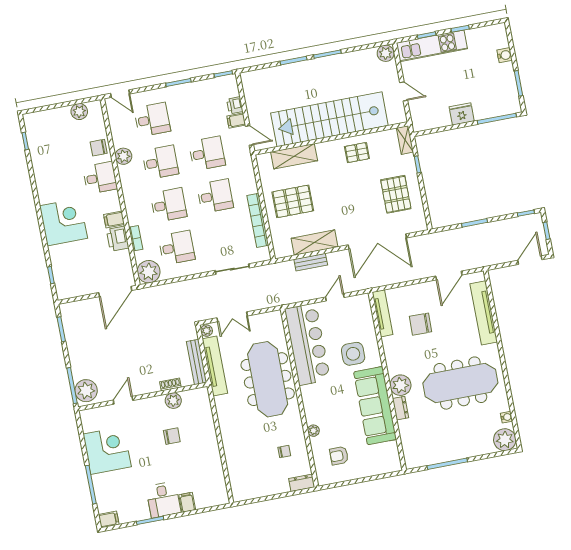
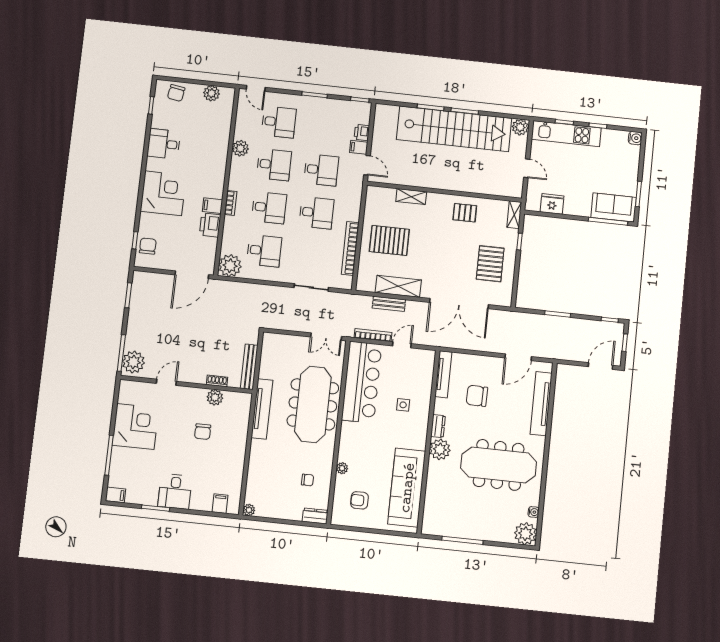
water cooler: (505, 55) -> (635, 138), moved
sofa: (498, 104) -> (614, 207), added
fridge: (462, 114) -> (552, 204), moved
stairs: (329, 119) -> (454, 129), moved, turned 180
chair: (99, 148) -> (176, 93), moved, turned -81
shelving: (294, 156) -> (411, 197), width x0.67, depth x0.75
desk: (100, 178) -> (164, 144), moved, turned 180
bookcase: (136, 238) -> (231, 203), moved
chair: (65, 277) -> (148, 246), added
bookcase: (305, 296) -> (373, 335), added
double door: (232, 317) -> (326, 337), moved
plant: (206, 331) -> (249, 510), moved
side table: (353, 354) -> (403, 405), width x0.54, depth x0.54
tv unit: (215, 366) -> (262, 409), moved
sofa: (375, 406) -> (407, 488), moved
dresser: (401, 408) -> (438, 426), moved
chair: (172, 436) -> (203, 432), turned 90
filing cabinet: (187, 502) -> (220, 504), moved

